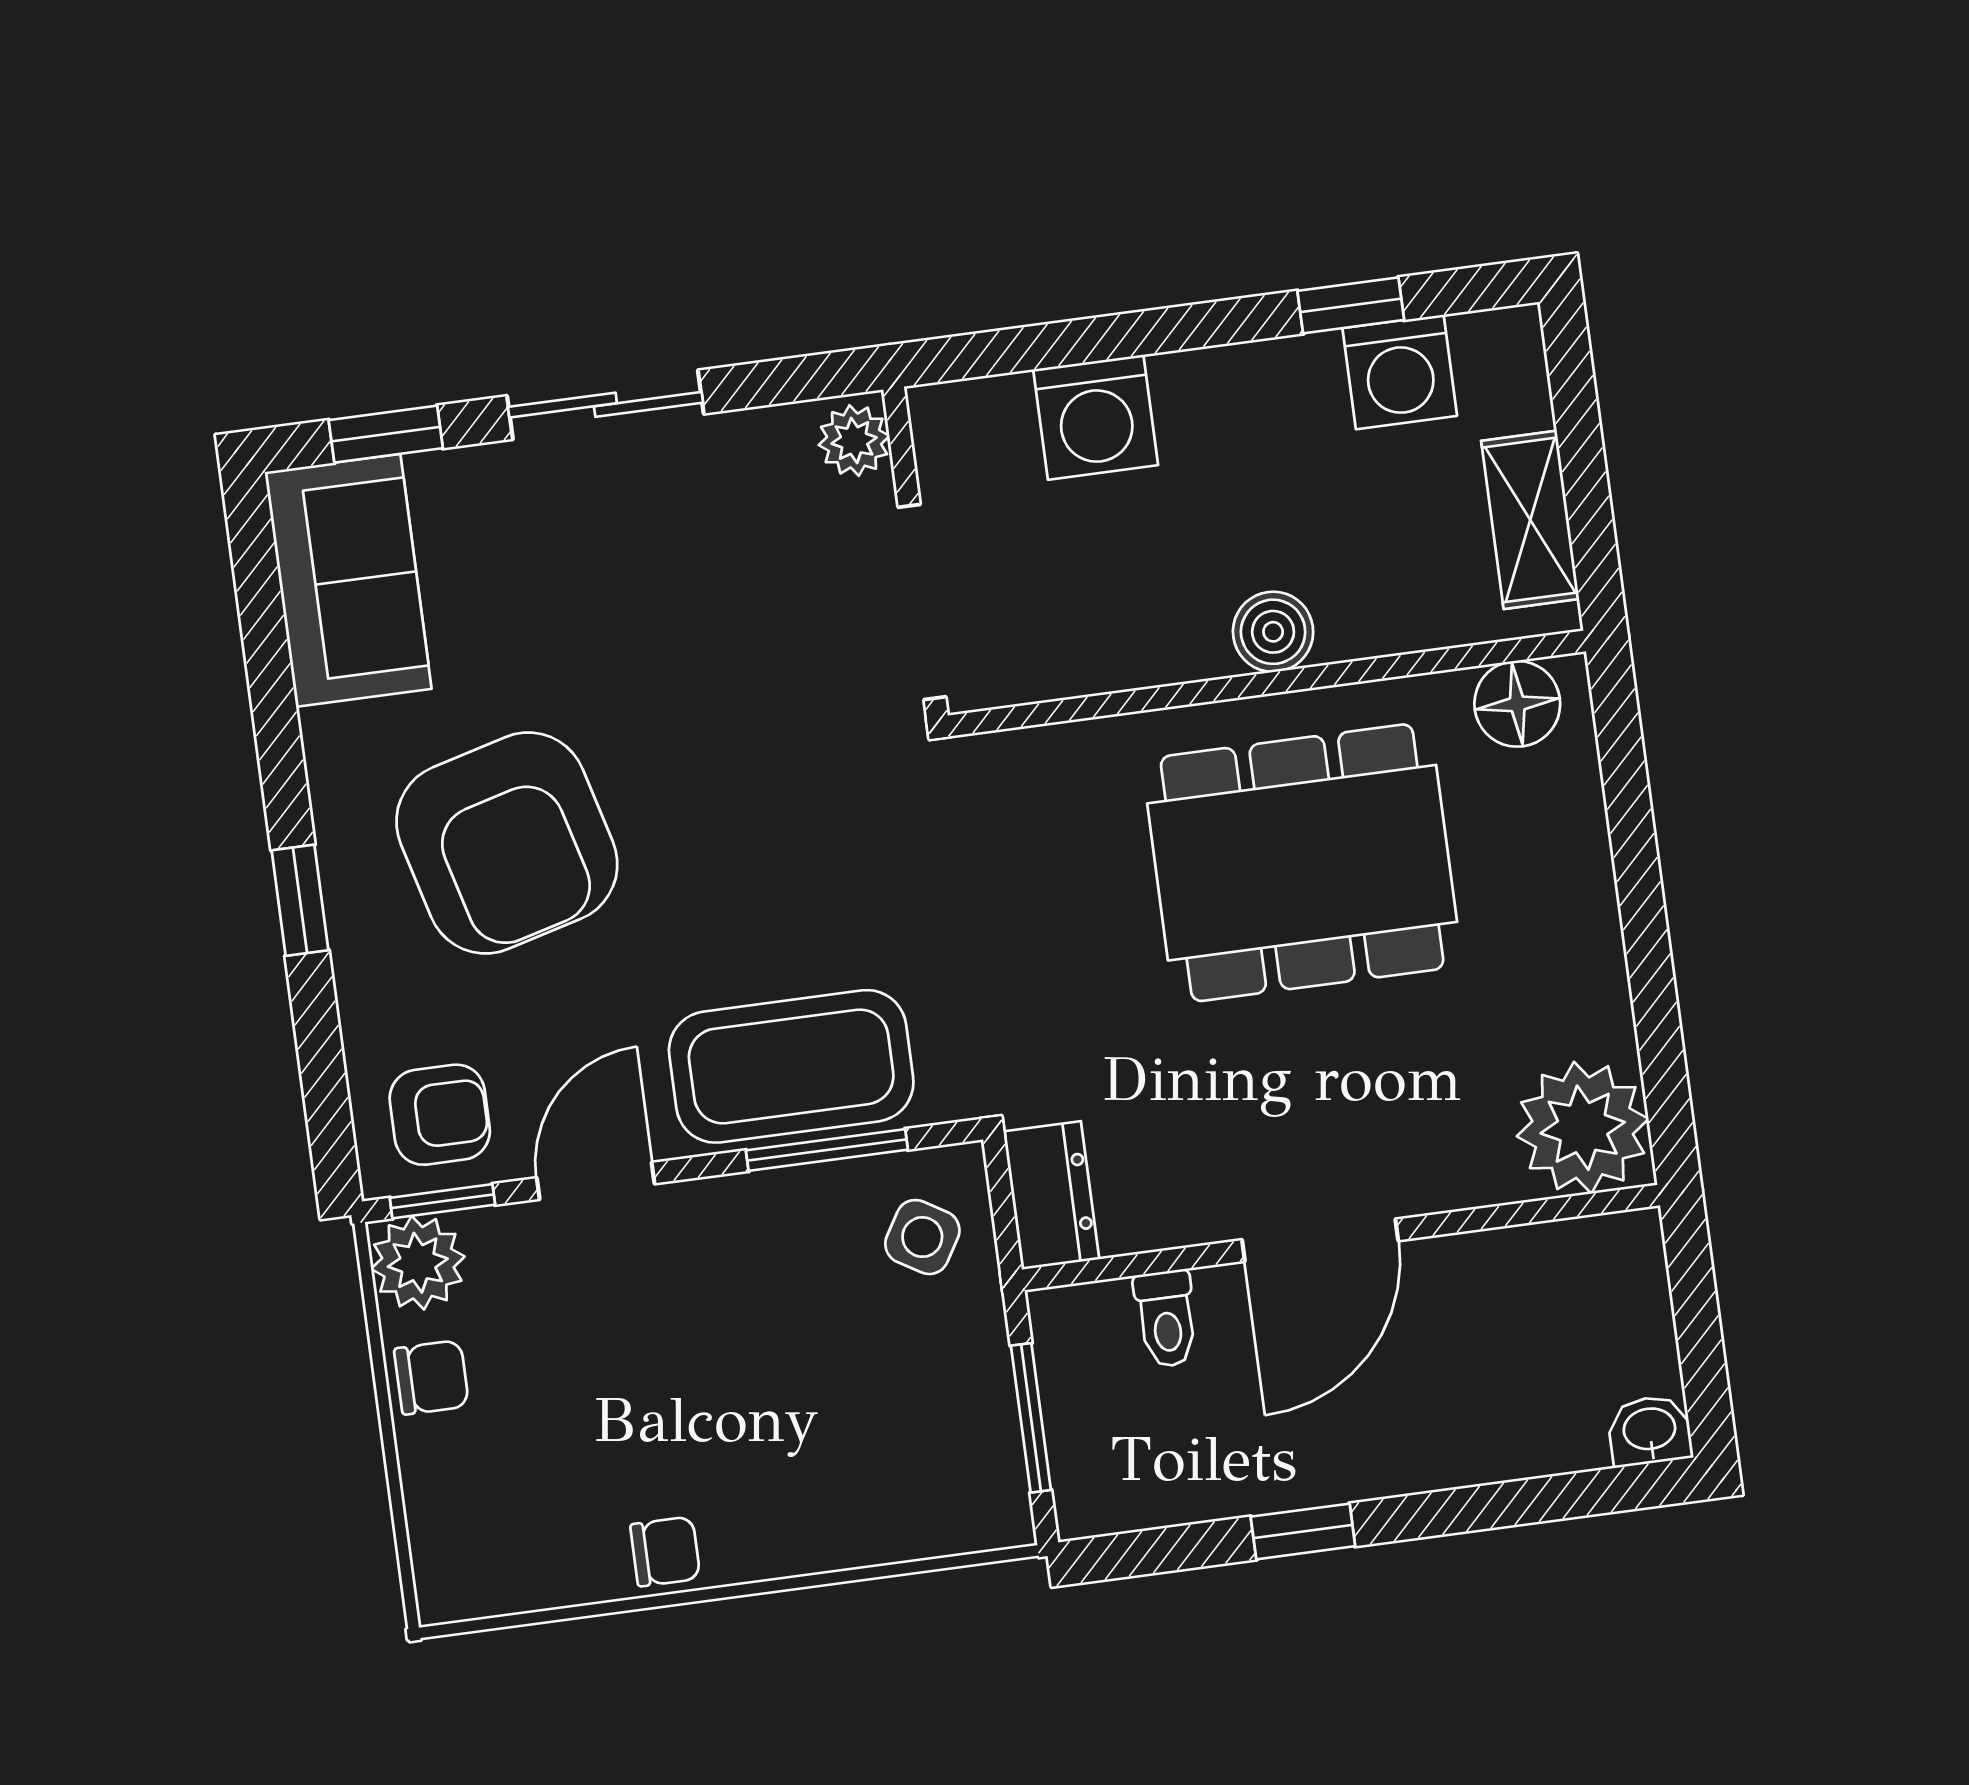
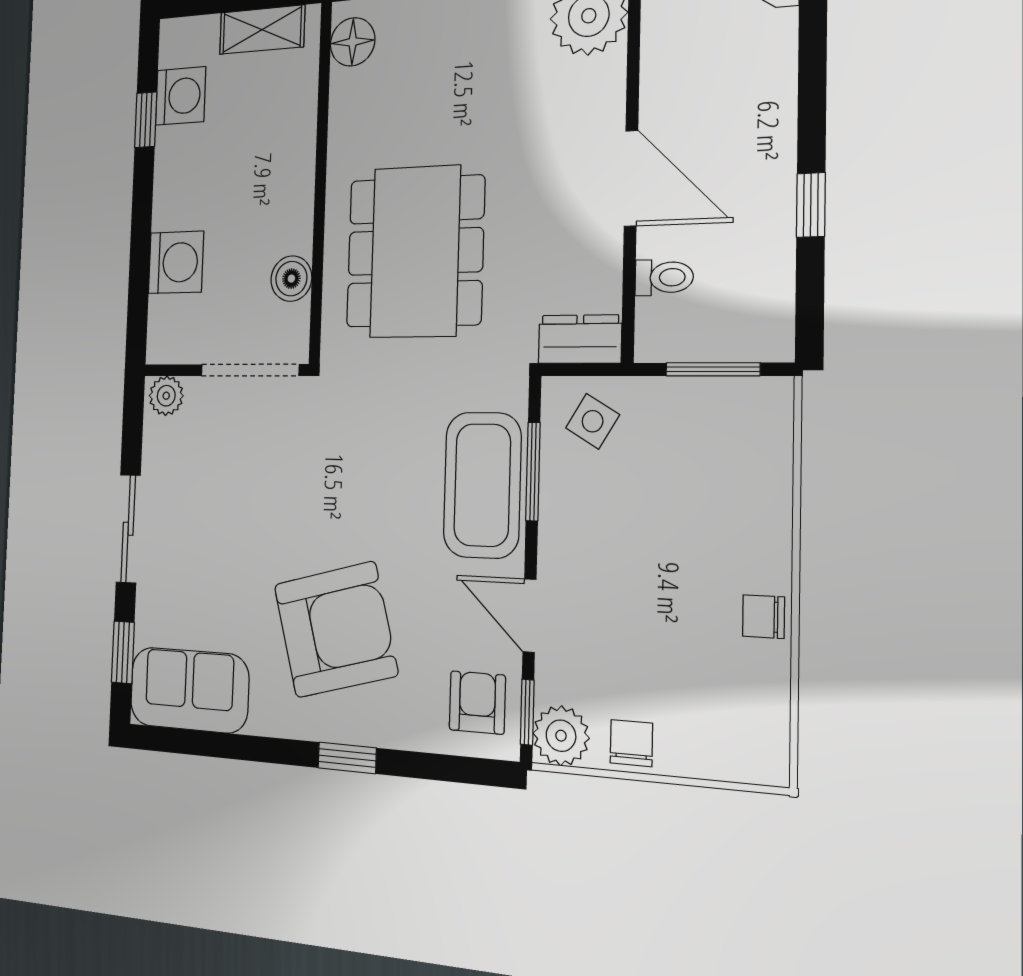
boiler: (1273, 632) -> (291, 279), moved
dining table: (1302, 863) -> (415, 252), moved
chair: (665, 1551) -> (763, 617), turned -90

